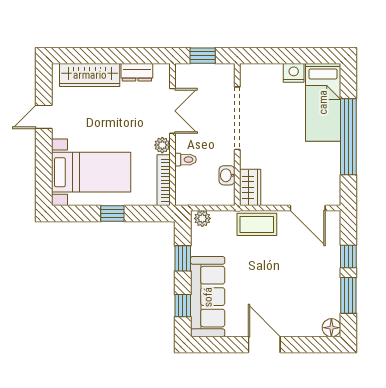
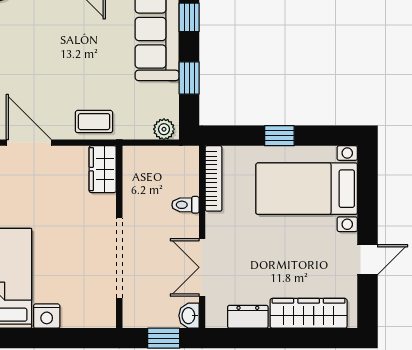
plant: (162, 145) -> (215, 223), removed
washbasin: (227, 175) -> (189, 316), moved, turned 180
coffee table: (257, 224) -> (94, 122), width x0.73, depth x0.77

